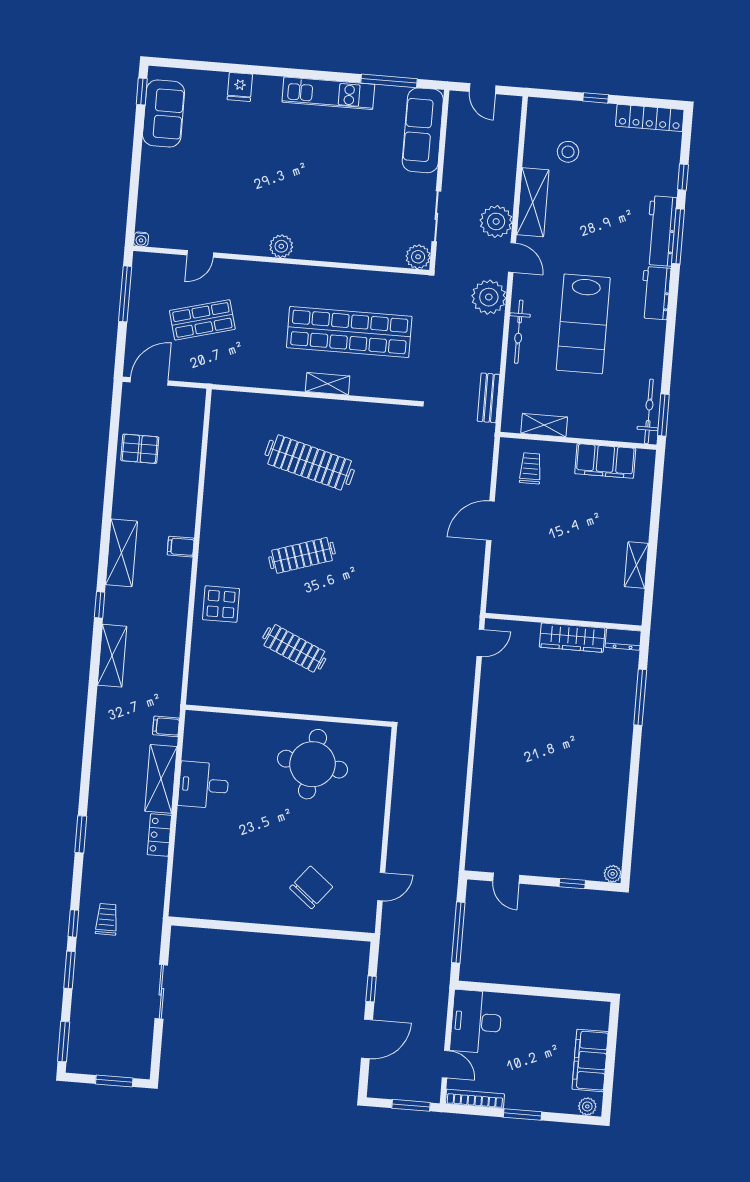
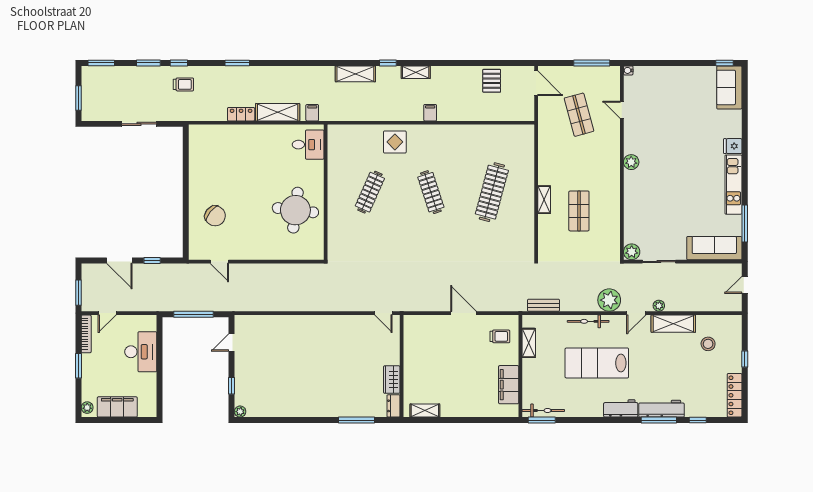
fridge: (240, 87) -> (733, 146), moved
sofa: (164, 114) -> (729, 87), moved, turned 90
plant: (496, 221) -> (659, 306), width x0.53, depth x0.53
shop shelf: (349, 332) -> (579, 211), width x0.50, depth x0.74
shelving: (121, 553) -> (416, 72), width x0.67, depth x0.75
shelving: (636, 565) -> (425, 411), moved
wardrobe: (572, 638) -> (392, 380), width x0.67
desk: (204, 785) -> (308, 145), moved, turned 90
desk: (476, 1022) -> (141, 352), moved, turned 90

